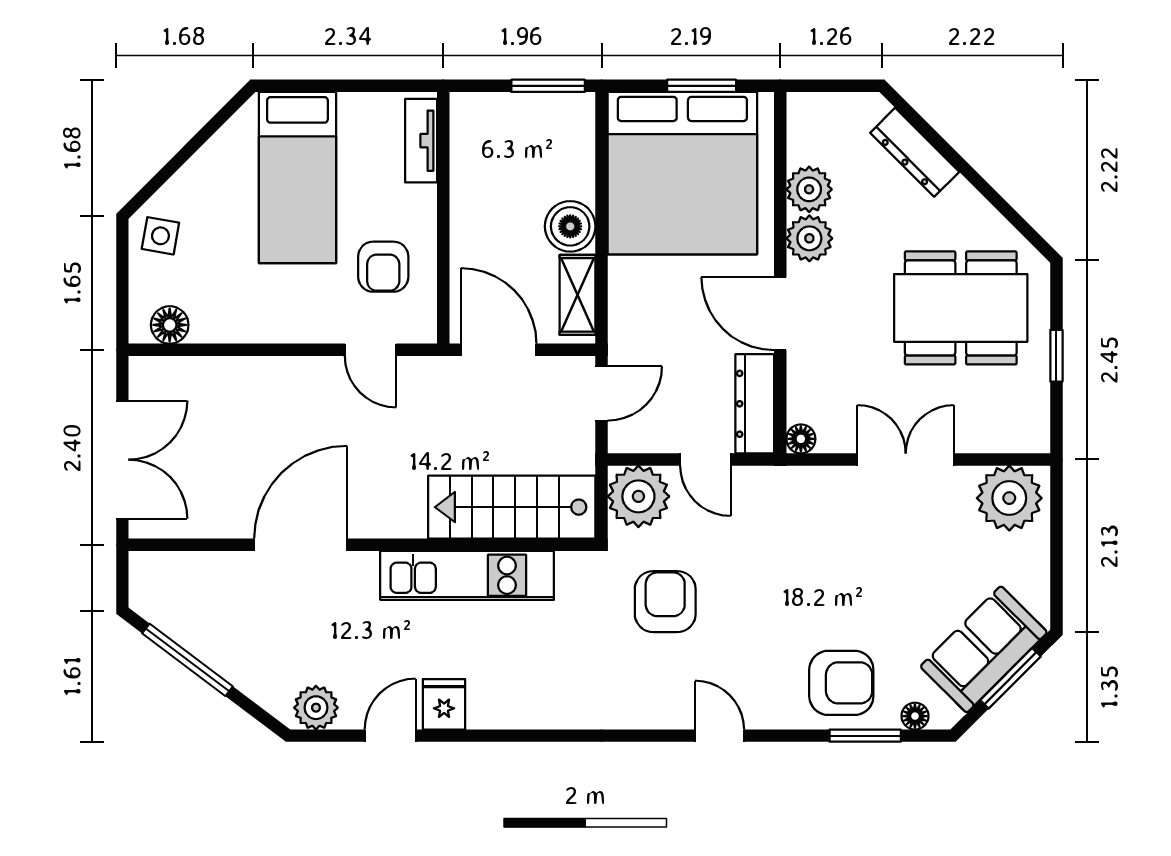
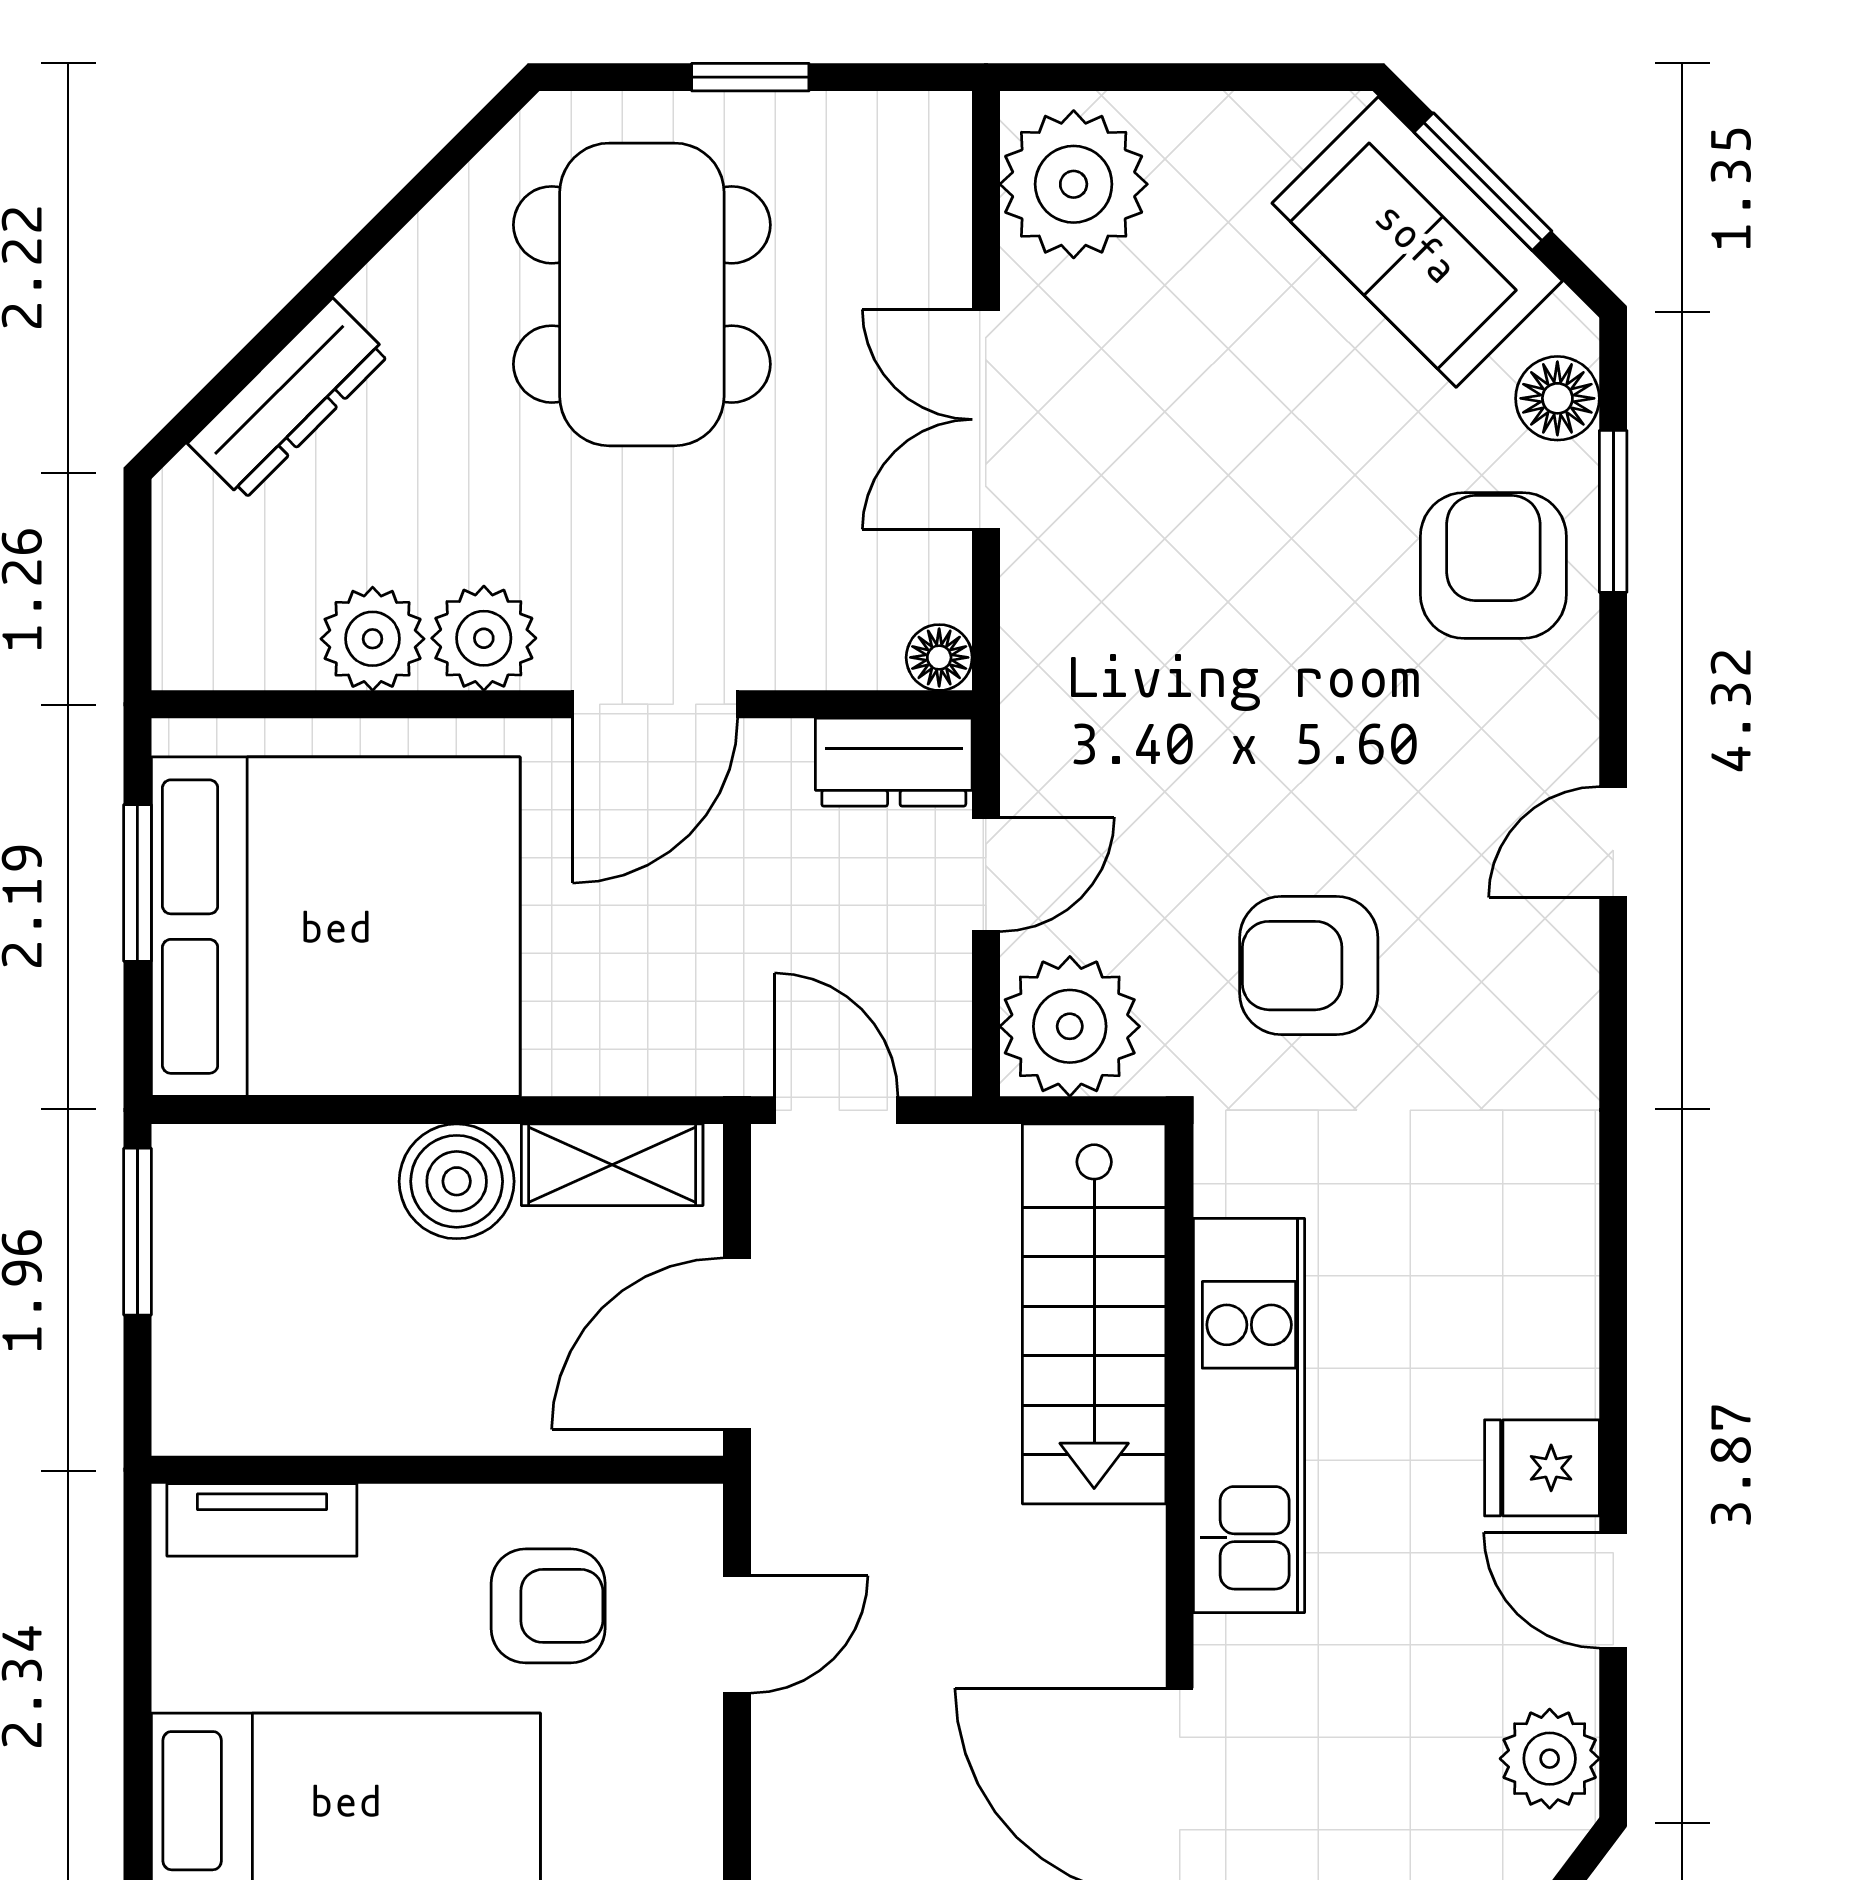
dresser: (755, 404) -> (894, 762), width x0.70
floor lamp: (915, 716) -> (1557, 398), width x1.37, depth x1.37

